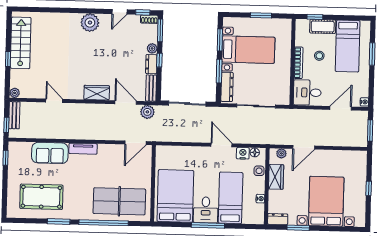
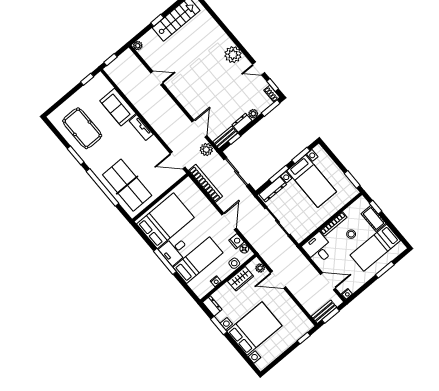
window: (261, 15) -> (352, 179), moved
window: (159, 60) -> (234, 139), moved
wardrobe: (97, 93) -> (188, 102), removed
door: (54, 101) -> (157, 78), hinge flipped
bench: (14, 115) -> (324, 312), moved
bookcase: (174, 137) -> (205, 183), added
window: (369, 188) -> (304, 338), moved

